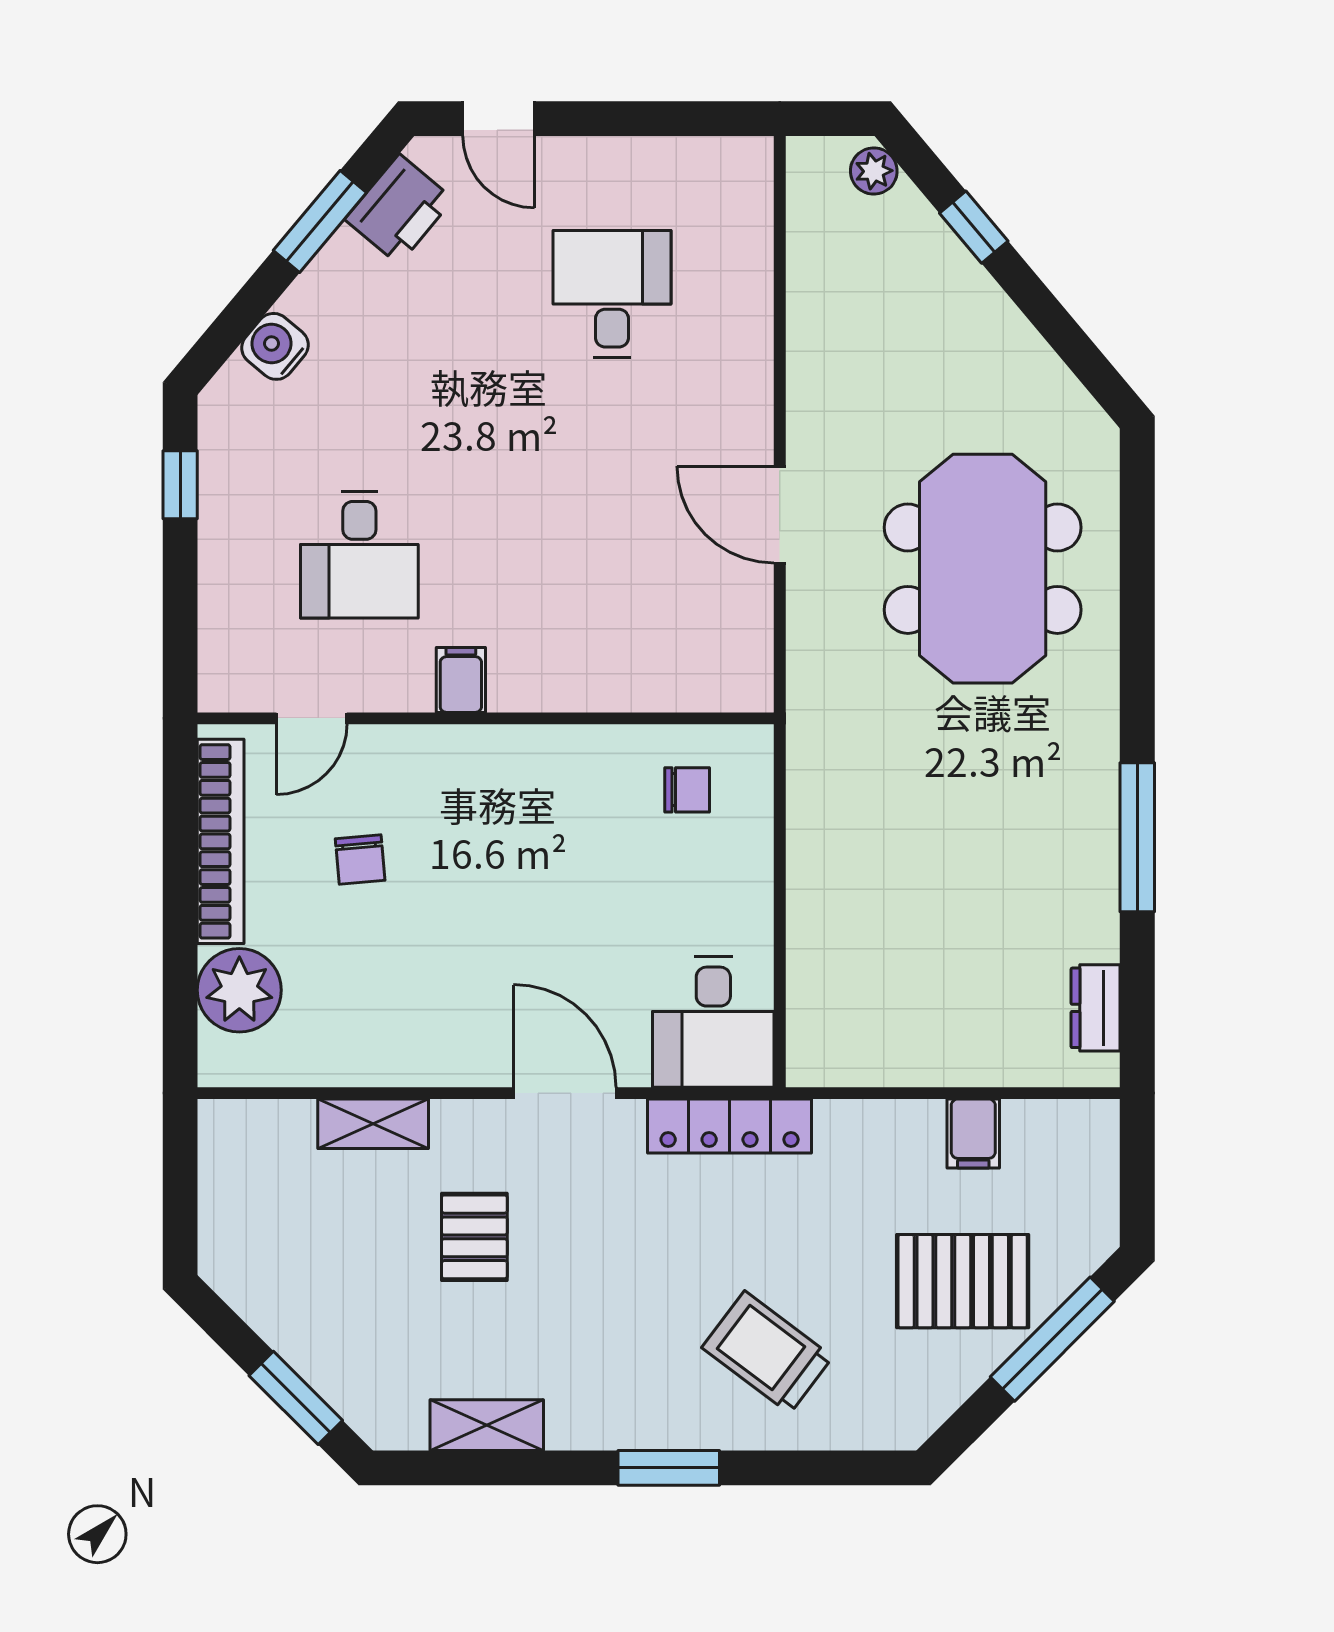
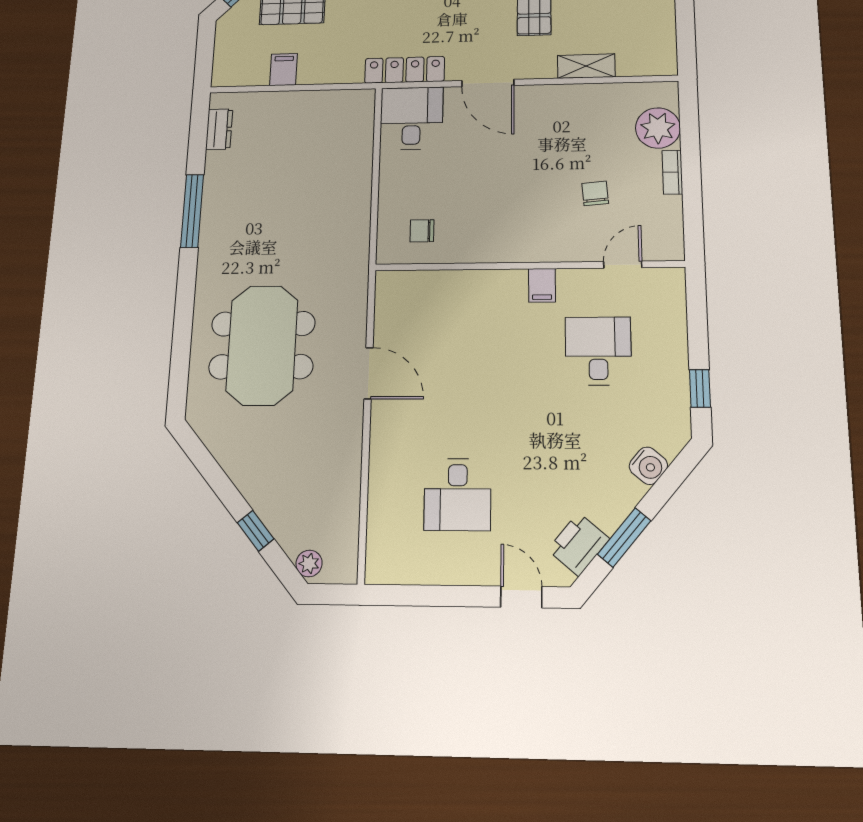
bookcase: (221, 841) -> (672, 172), width x0.43, depth x0.76

